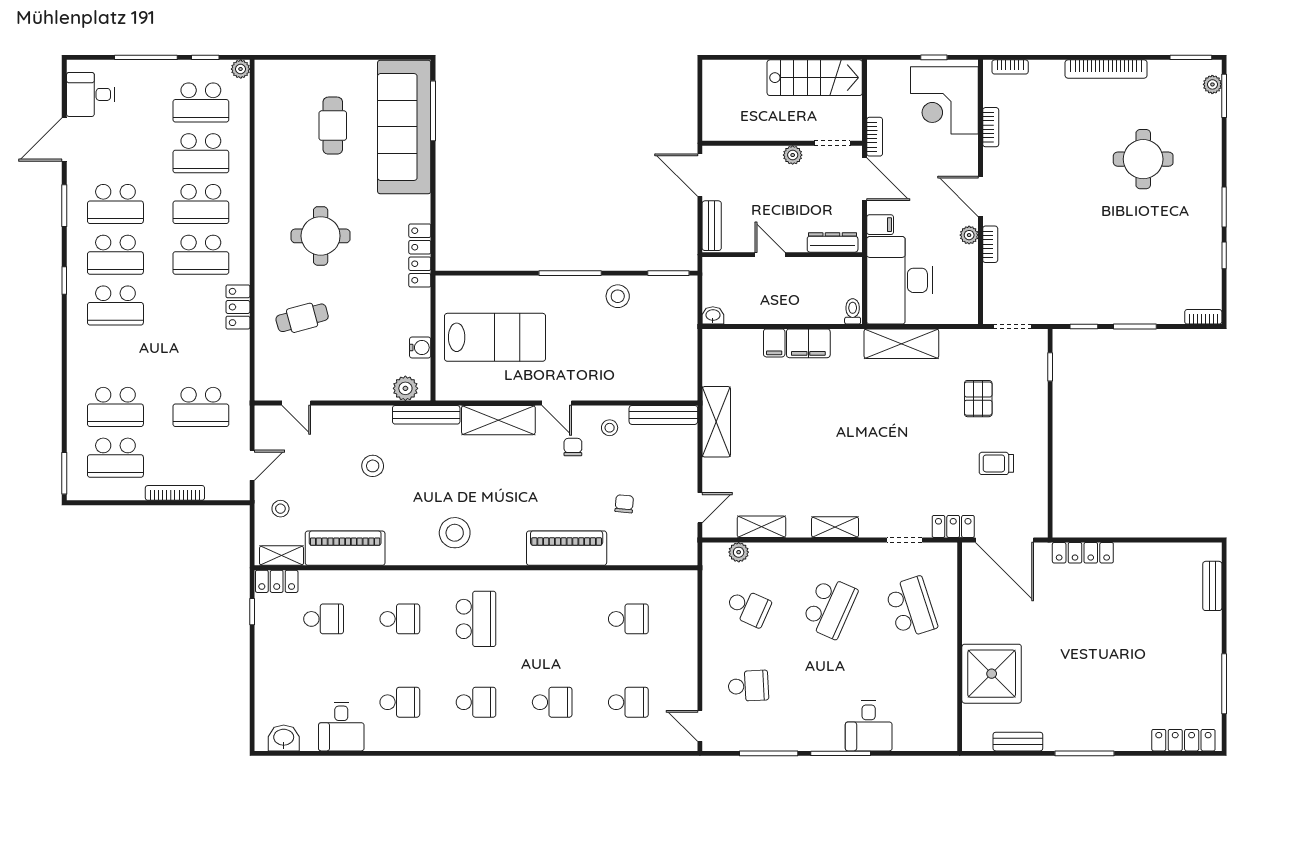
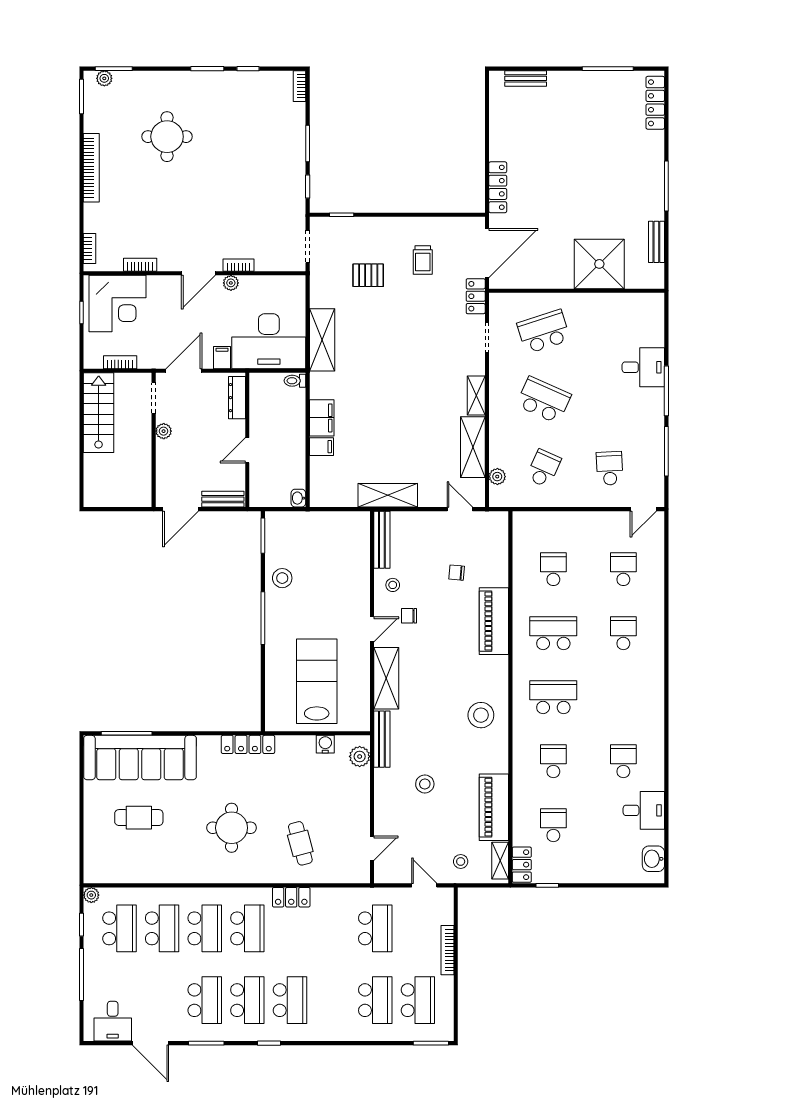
bookcase: (875, 137) -> (120, 362), moved
shelving: (761, 527) -> (473, 447), width x1.50, depth x1.33
school desk: (476, 702) -> (553, 633), moved, width x1.85

